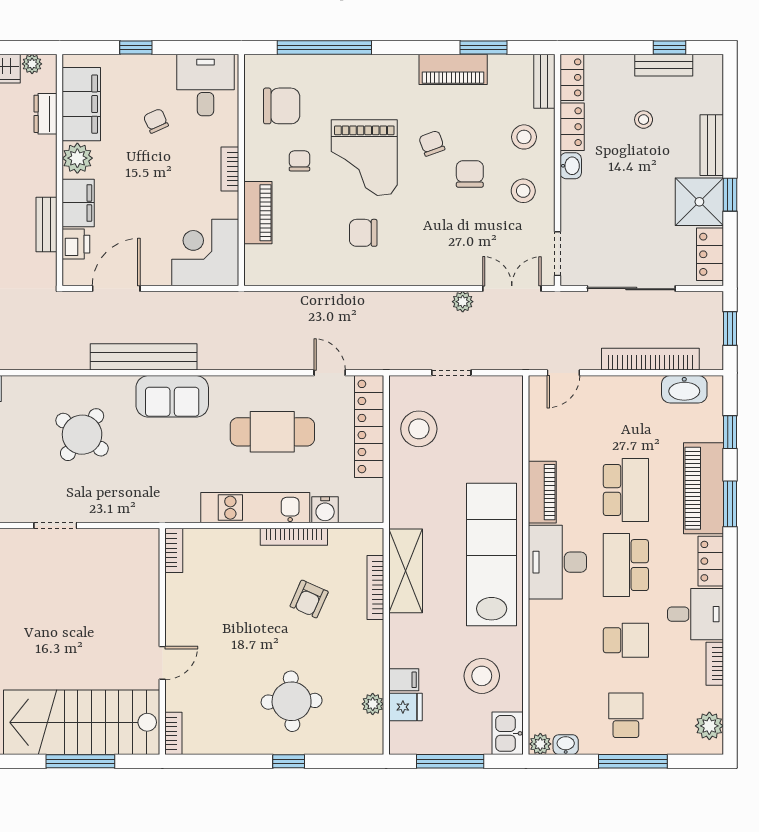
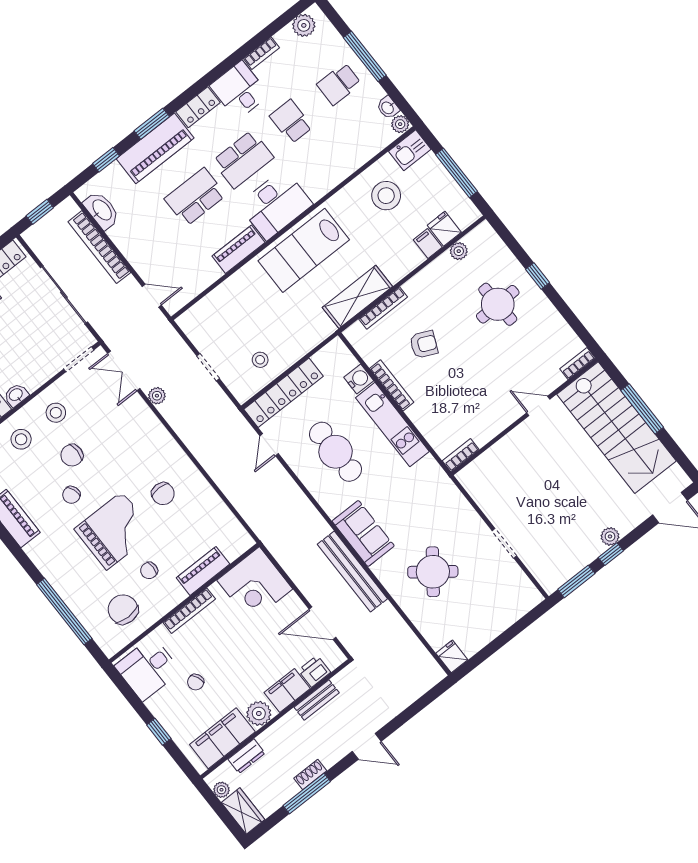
bookcase: (230, 169) -> (189, 611), width x1.56
stool: (419, 429) -> (260, 360), width x0.53, depth x0.53
lab bench: (492, 554) -> (304, 250), width x0.73

